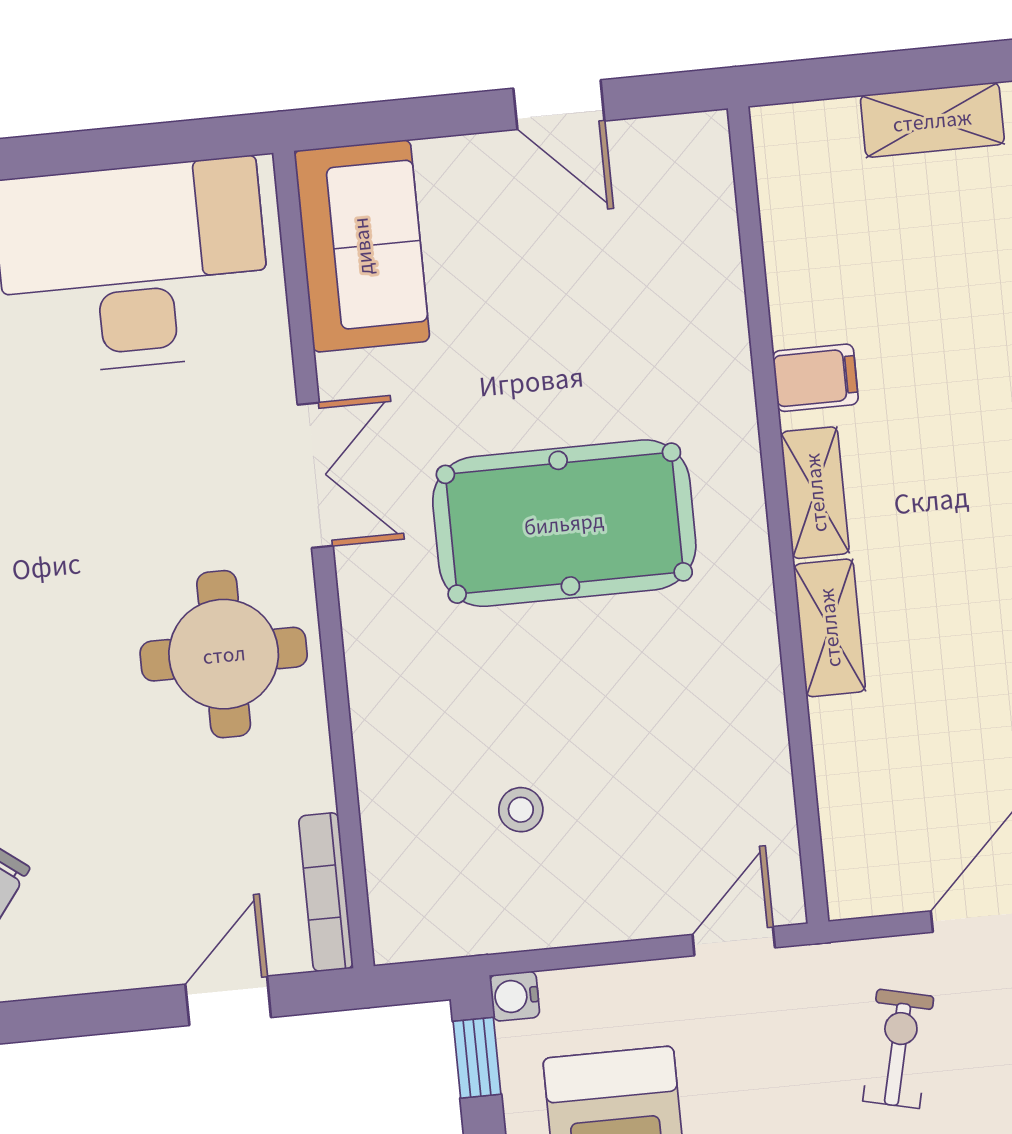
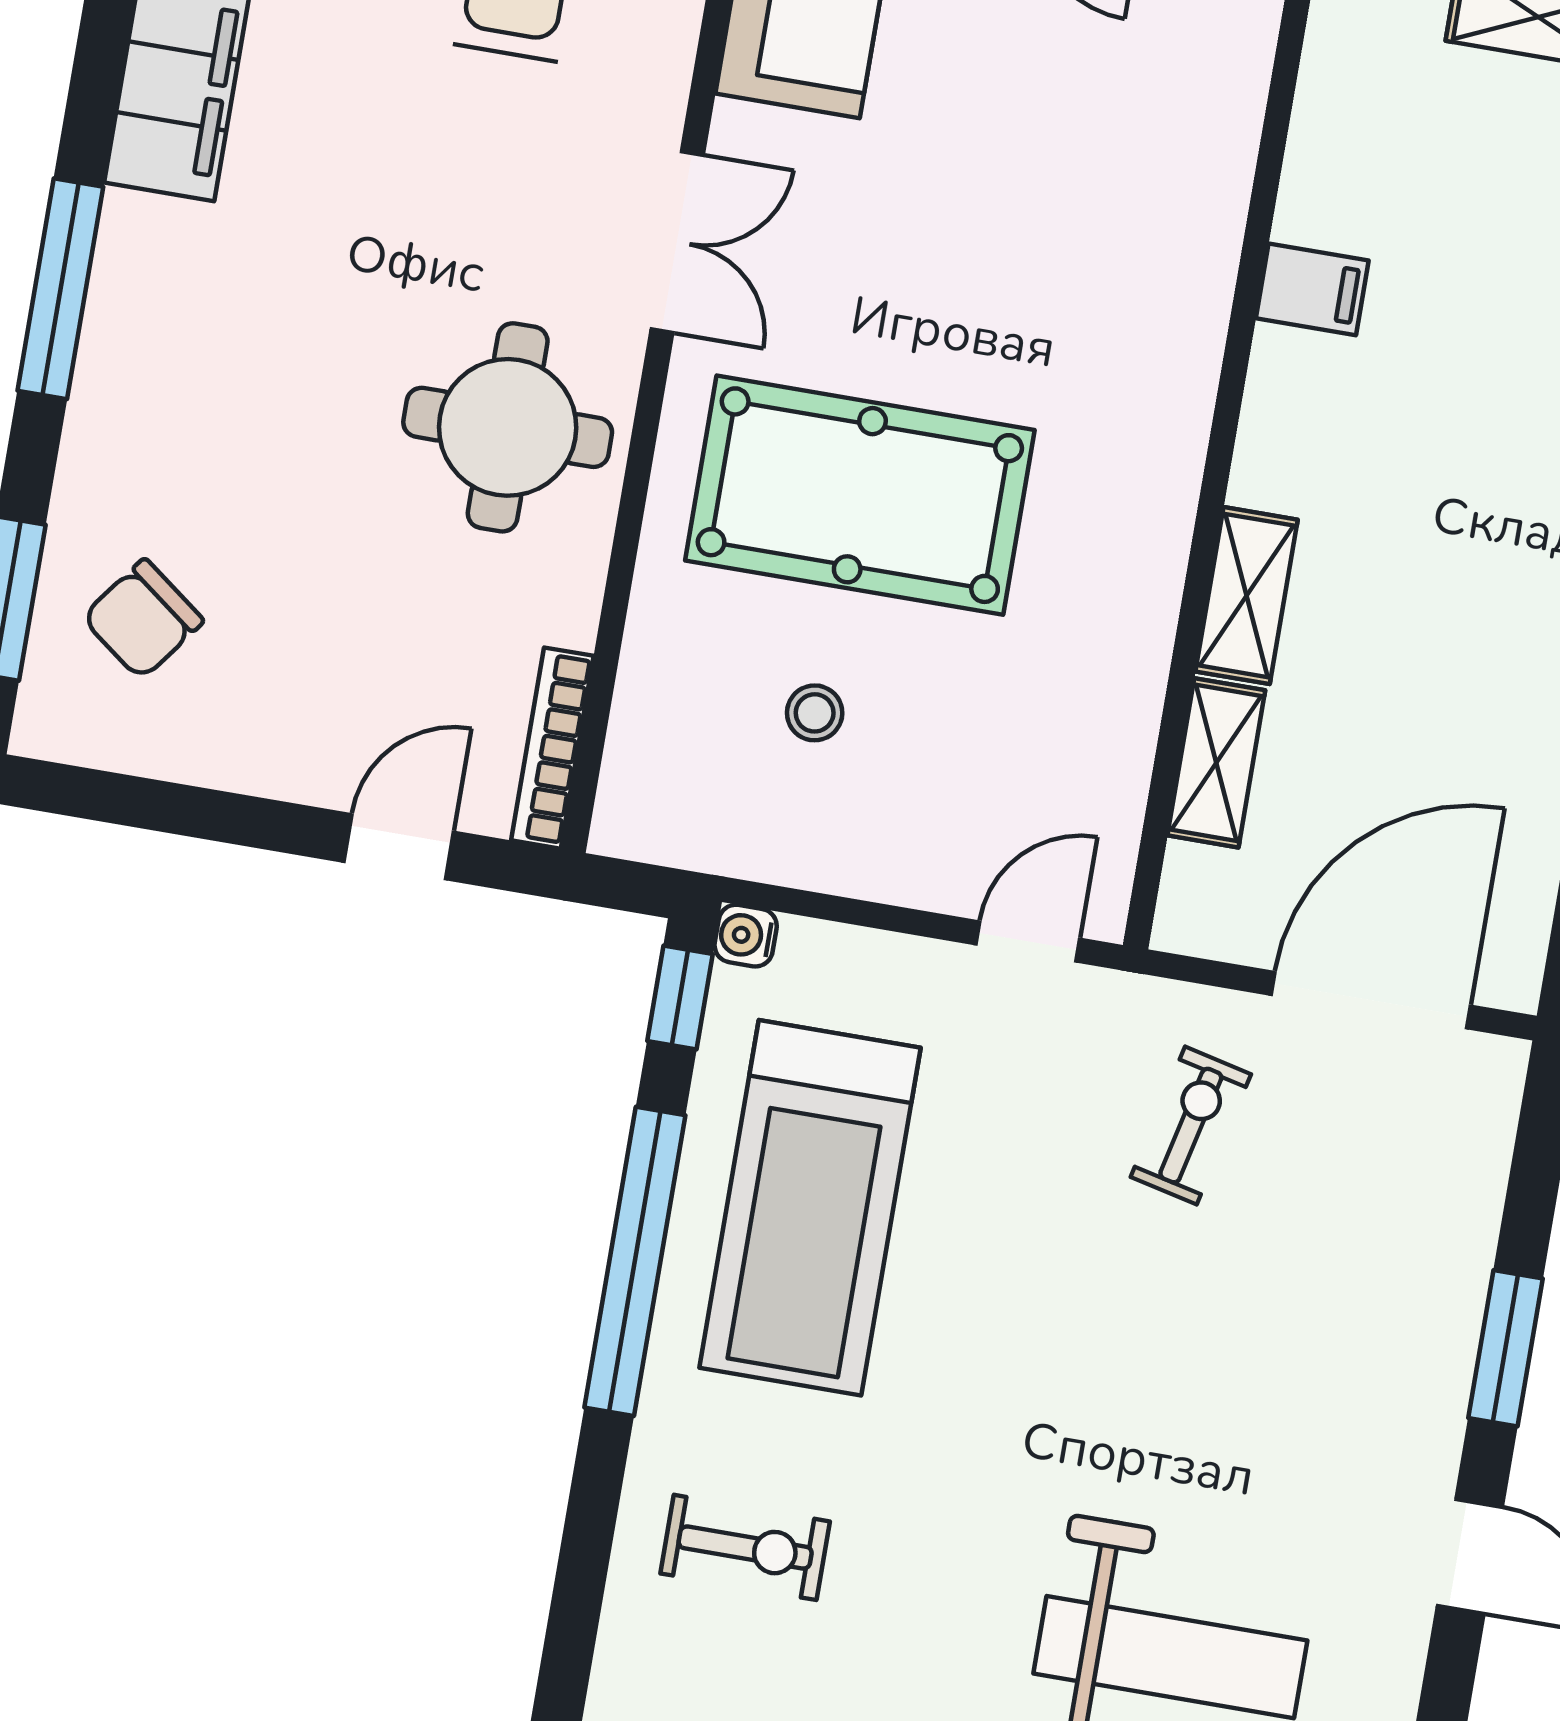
shelving: (815, 493) -> (1216, 763), moved
pool table: (564, 523) -> (860, 495), moved

